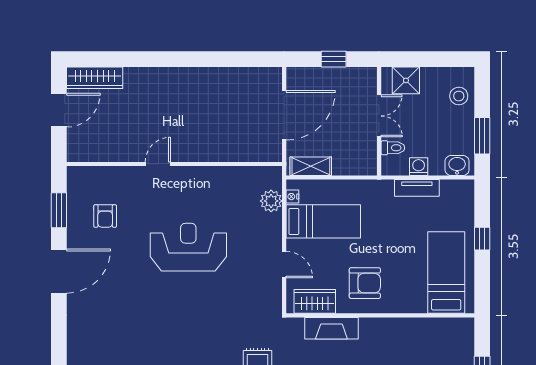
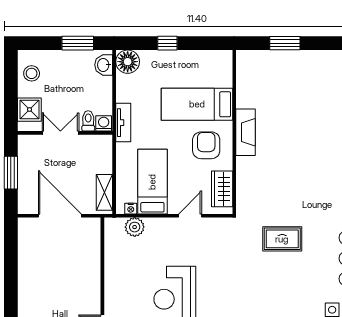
window: (334, 59) -> (11, 173), width x1.50
stool: (459, 96) -> (32, 73), moved
washing machine: (419, 167) -> (104, 123), moved, turned 90
tv unit: (417, 188) -> (123, 123), moved
floor lamp: (461, 193) -> (128, 62), added
bed: (446, 272) -> (197, 104), moved
fireplace: (331, 328) -> (246, 132), moved

